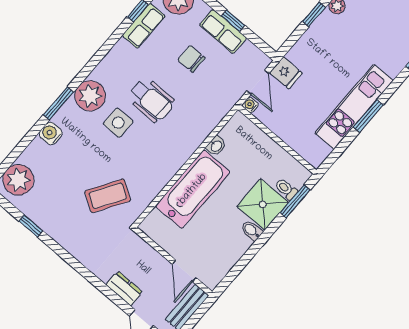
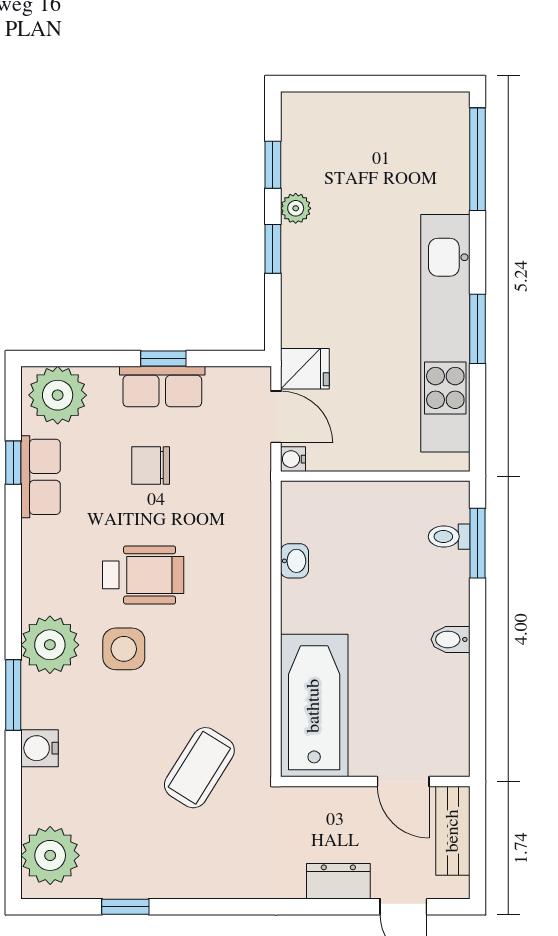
kitchen unit: (354, 107) -> (445, 333), width x1.36
bathtub: (193, 189) -> (314, 706), moved
shower: (263, 204) -> (434, 588), removed

